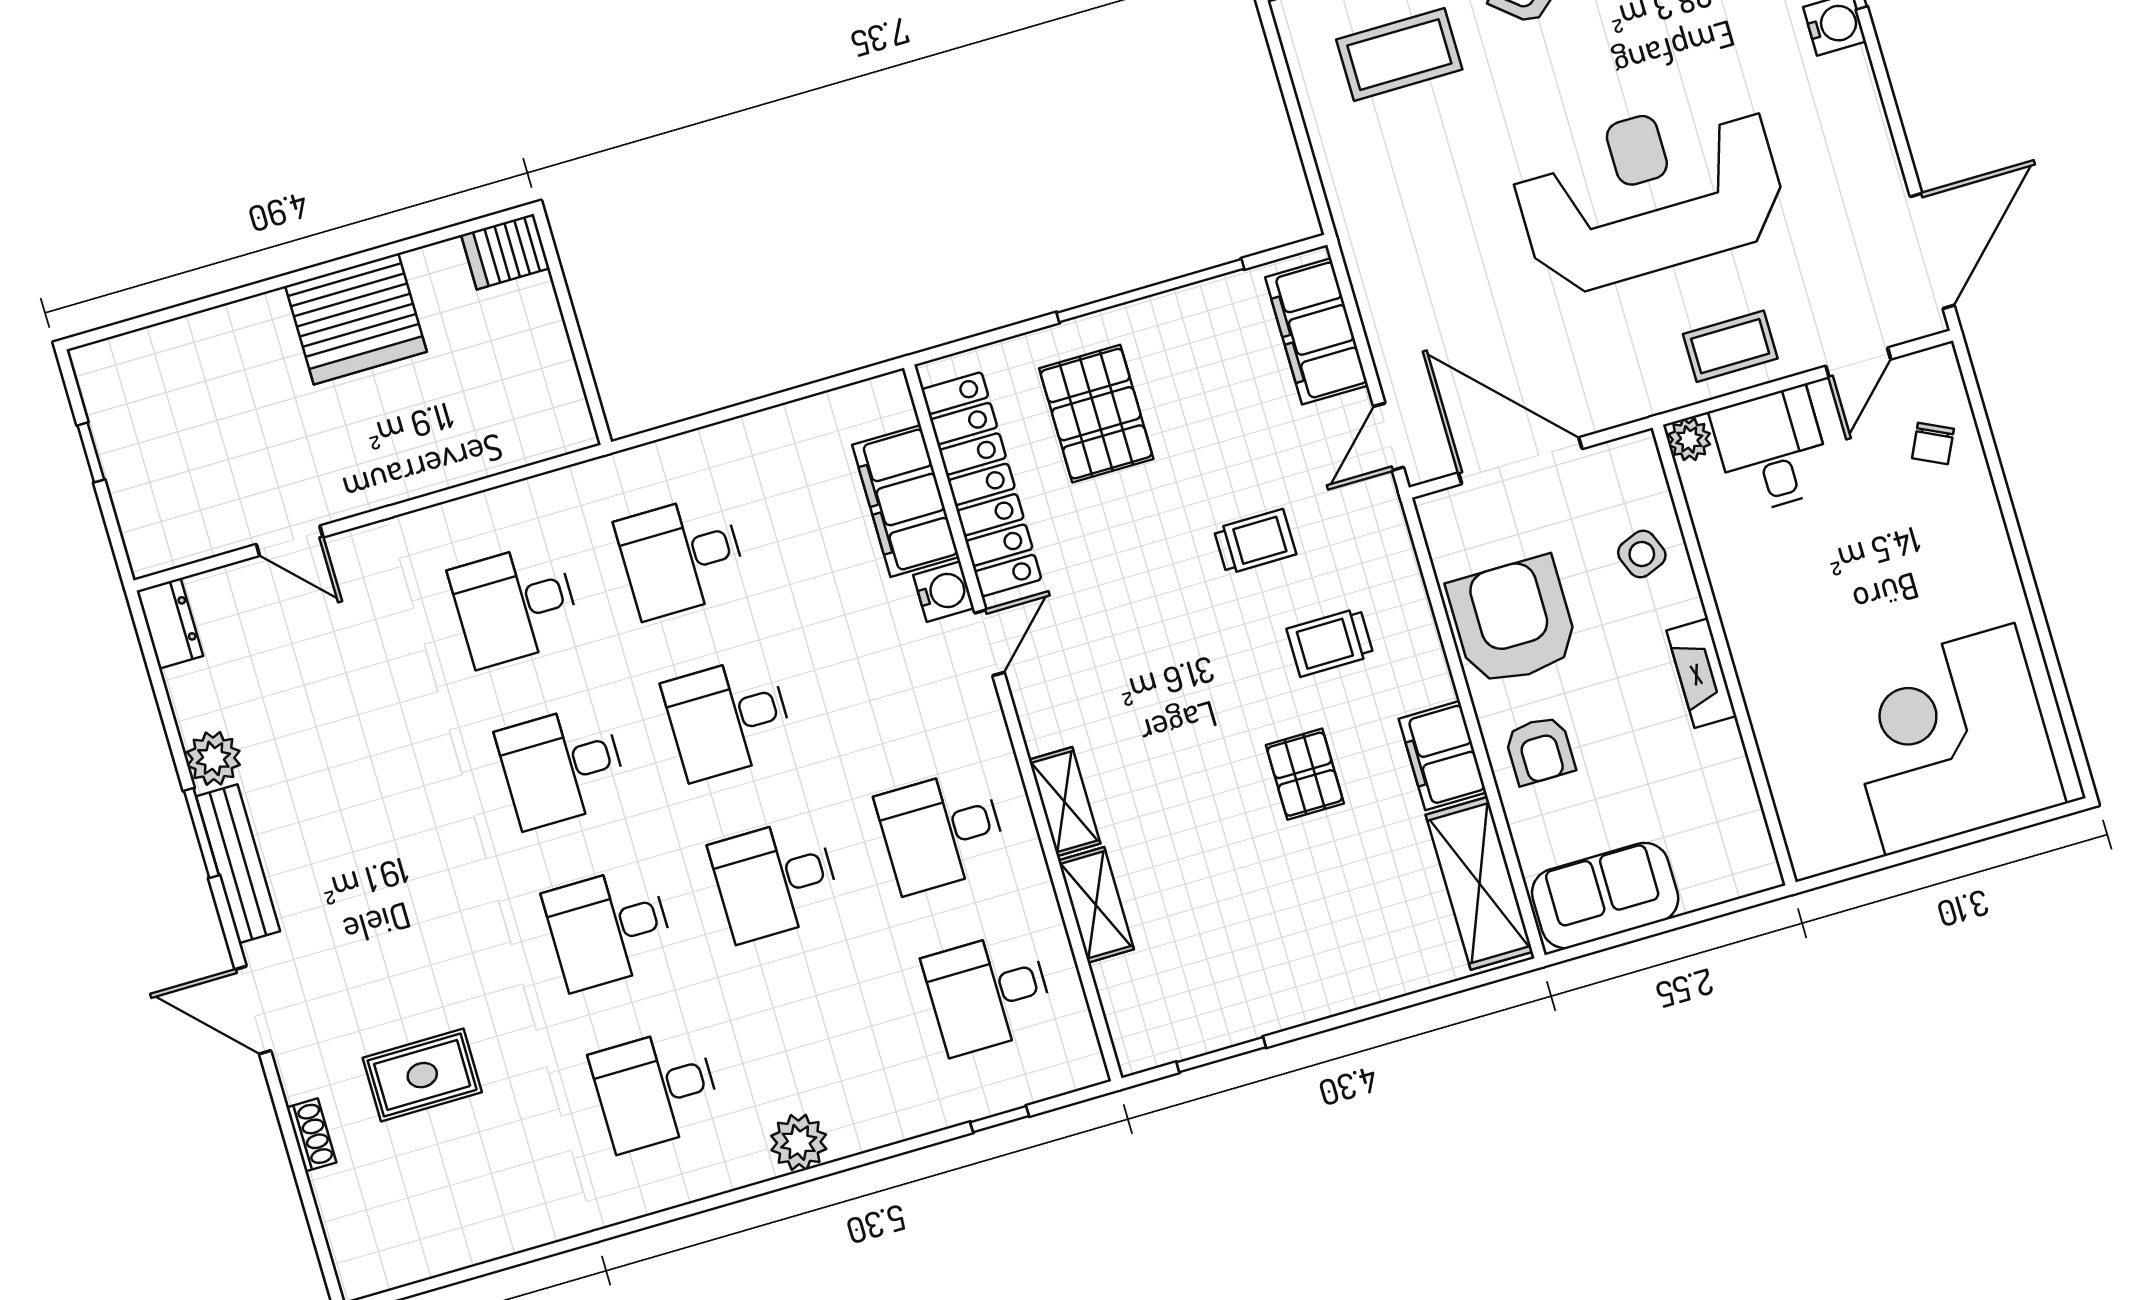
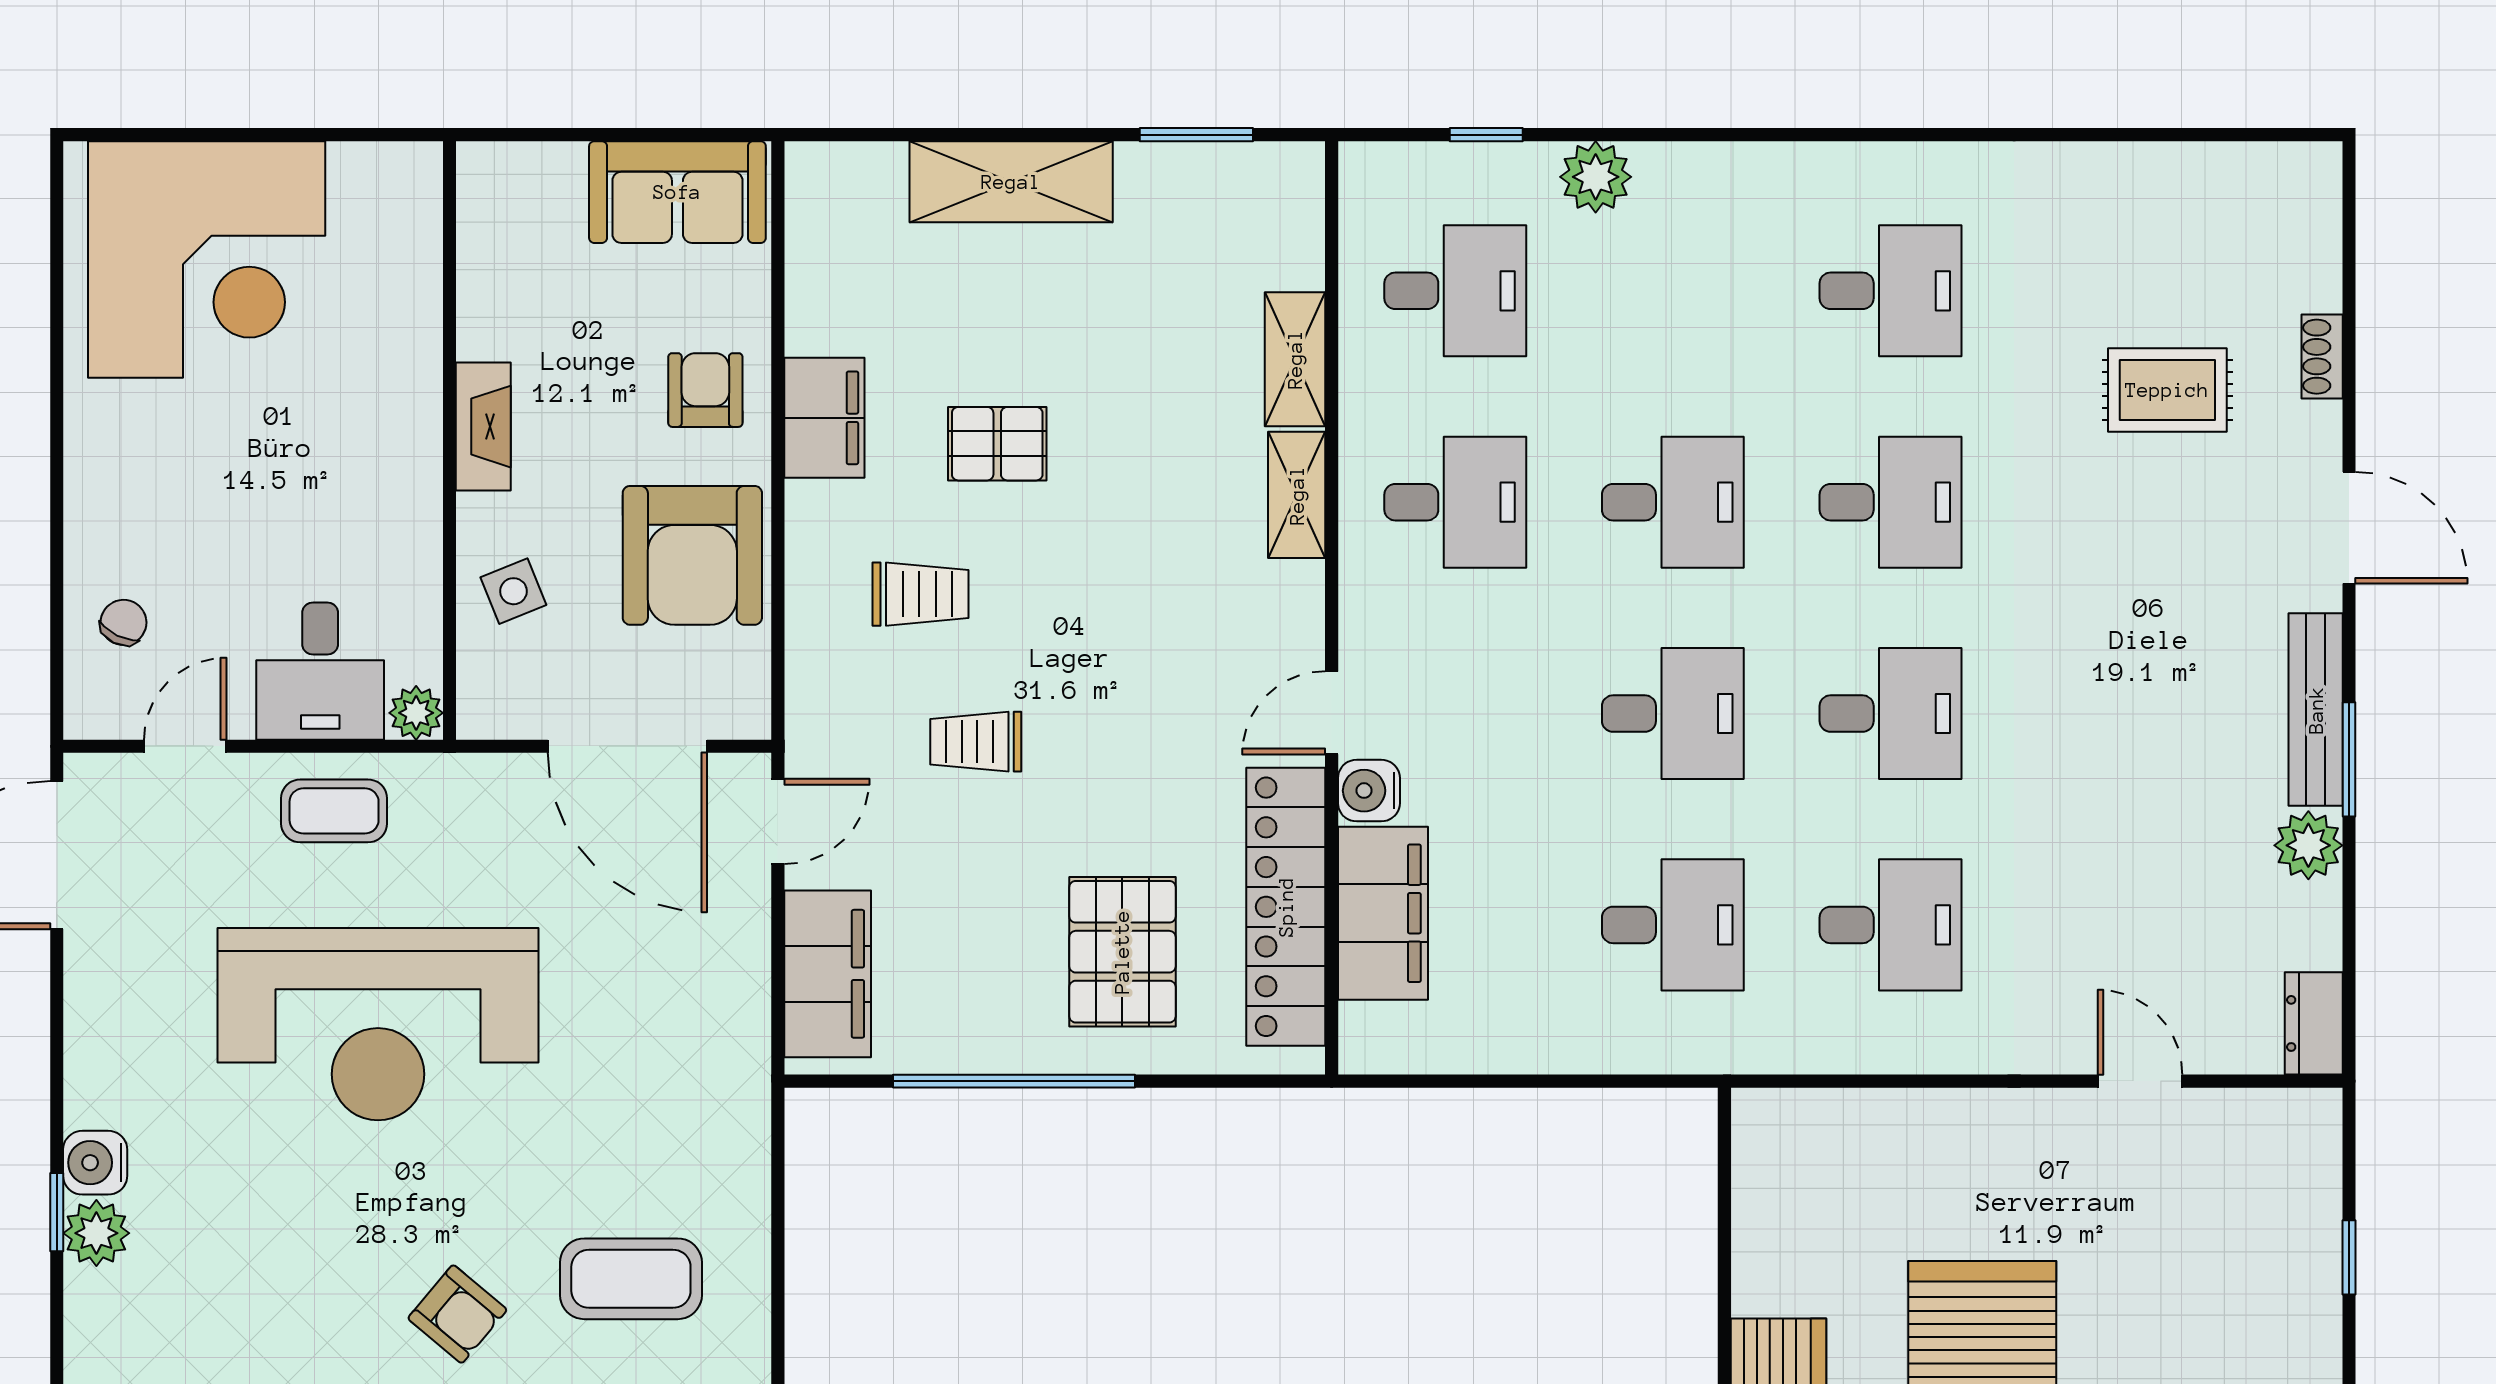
pallet: (1305, 774) -> (997, 444), turned 90
shelving: (1479, 883) -> (1011, 182), moved, turned 90
plant: (799, 1142) -> (1596, 177), moved

